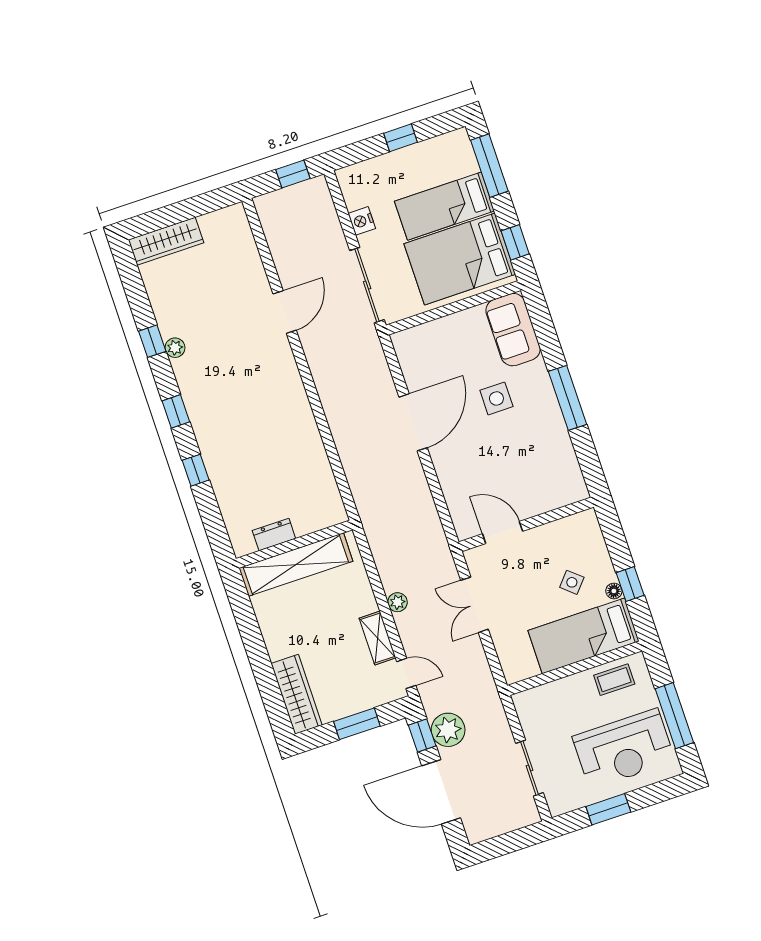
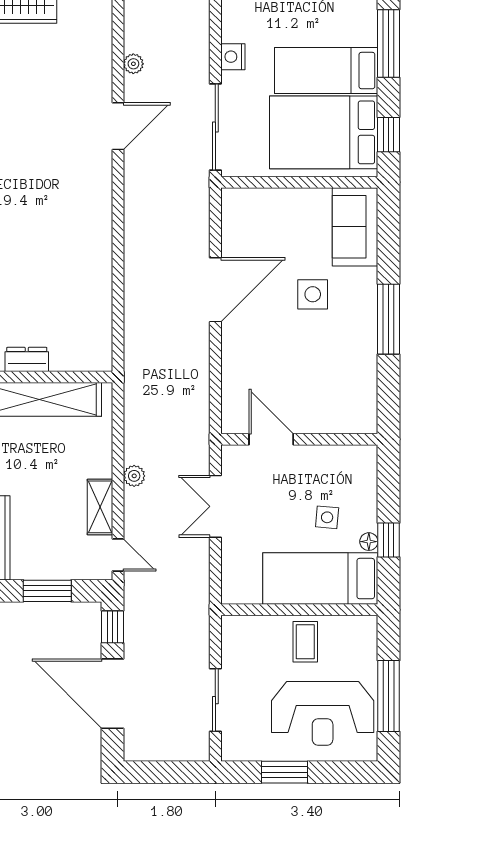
side table: (572, 582) -> (327, 517), turned -36
coffee table: (614, 680) -> (305, 642), moved, turned 90
plant: (448, 730) -> (133, 64), moved, width x0.53, depth x0.53

